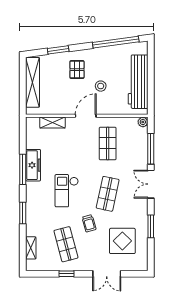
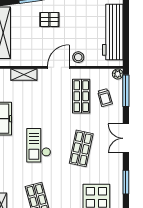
pallet: (77, 70) -> (49, 19), turned 90
stool: (101, 86) -> (78, 57), moved
window: (151, 149) -> (126, 91), moved
trolley: (89, 223) -> (105, 98), moved

